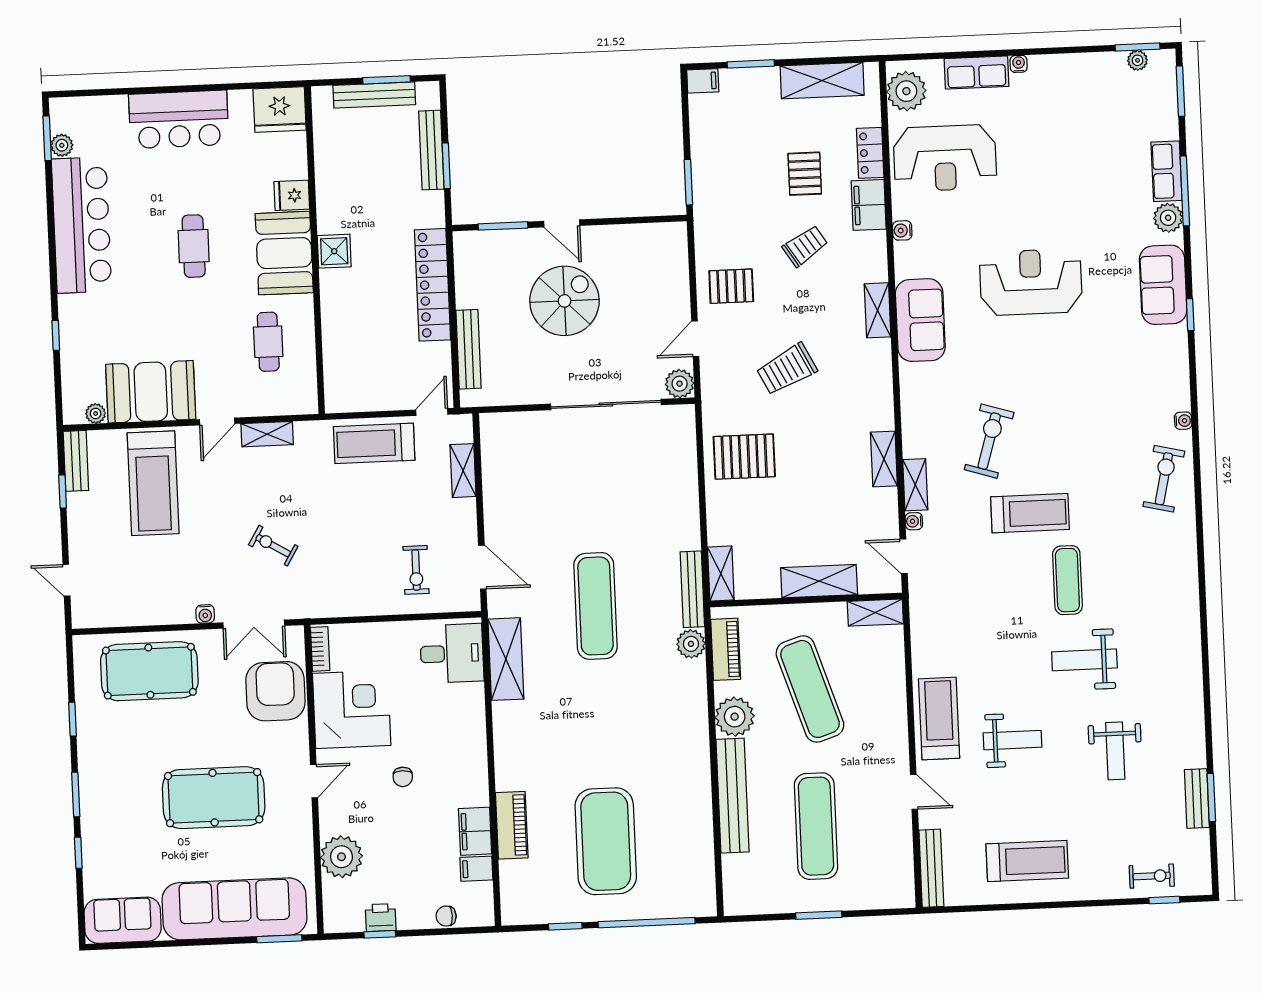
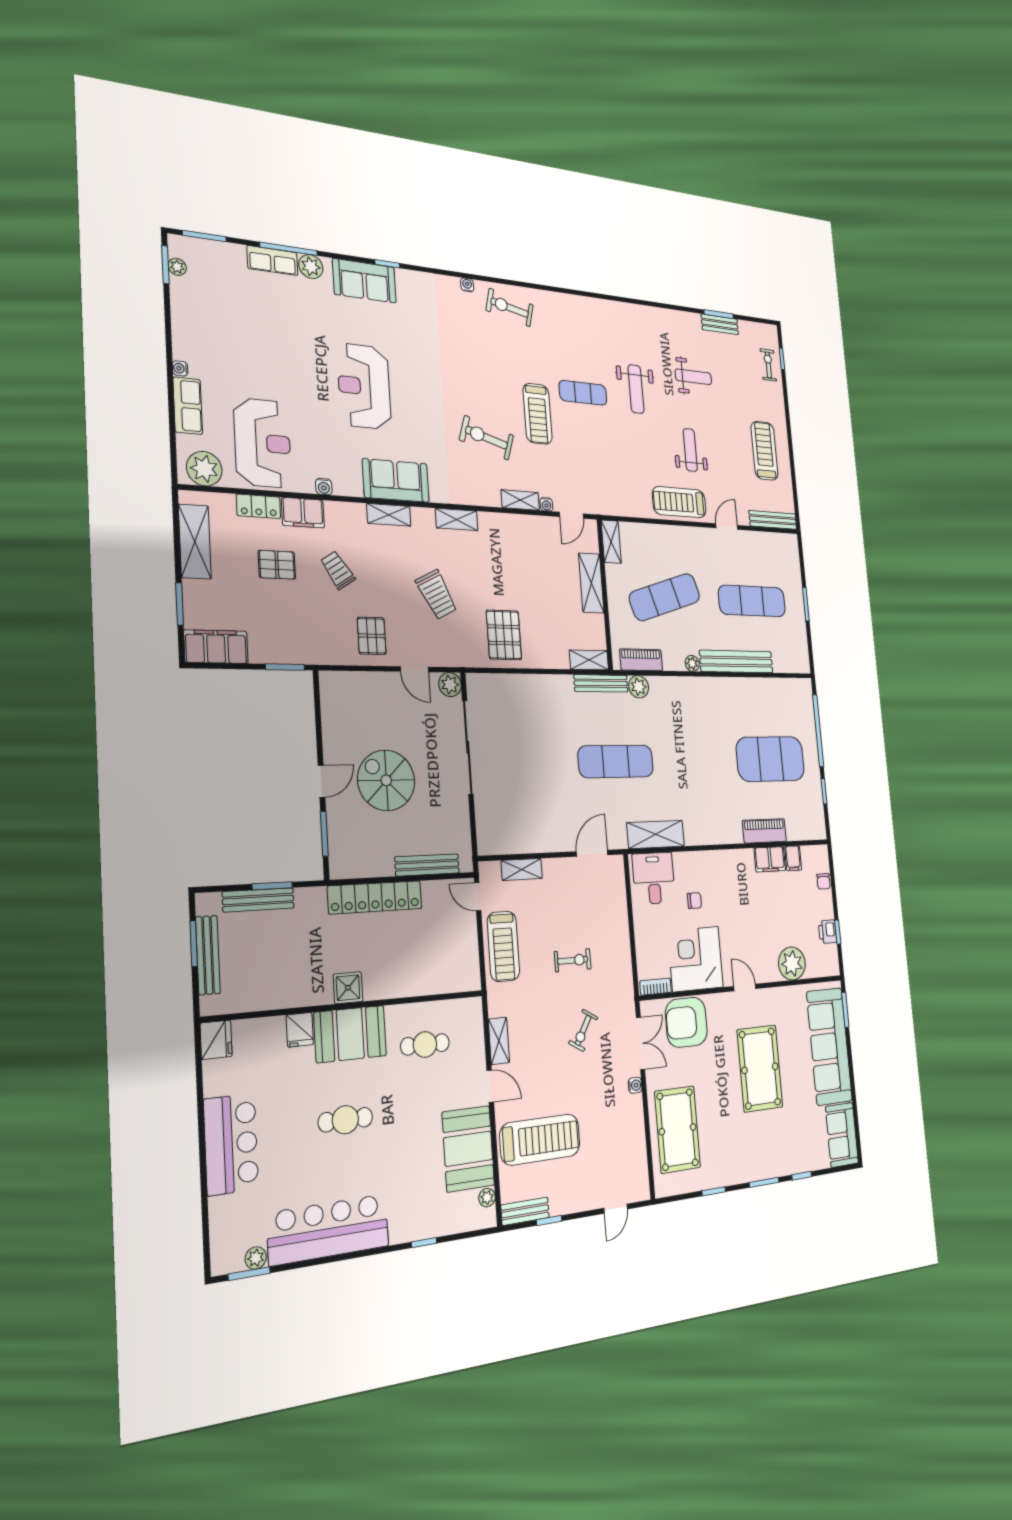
filing cabinet: (703, 81) -> (216, 647), width x3.00, depth x1.17
fridge: (280, 109) -> (216, 1040), width x0.73, depth x0.75
shelving: (884, 459) -> (457, 519), moved
treadmill: (1030, 513) -> (537, 414), turned 180
exercise bike: (416, 570) -> (573, 960), moved
plant: (735, 717) -> (692, 663), width x0.53, depth x0.53
chair: (403, 777) -> (694, 901), moved

